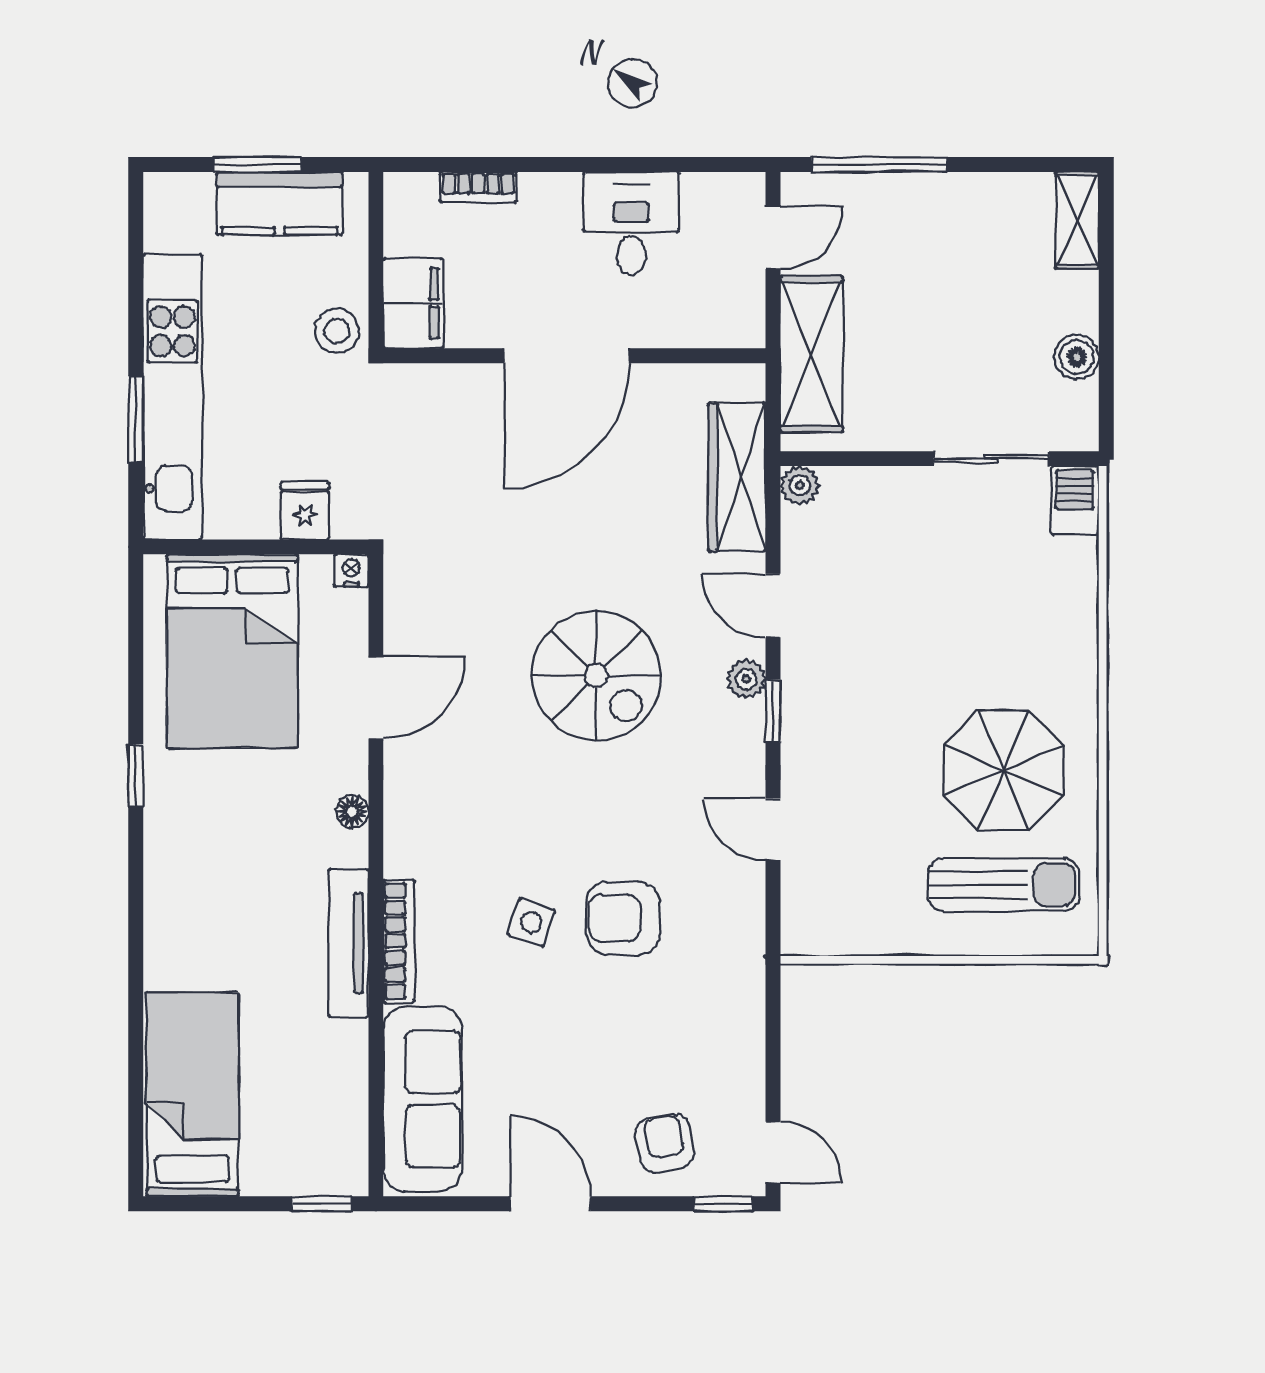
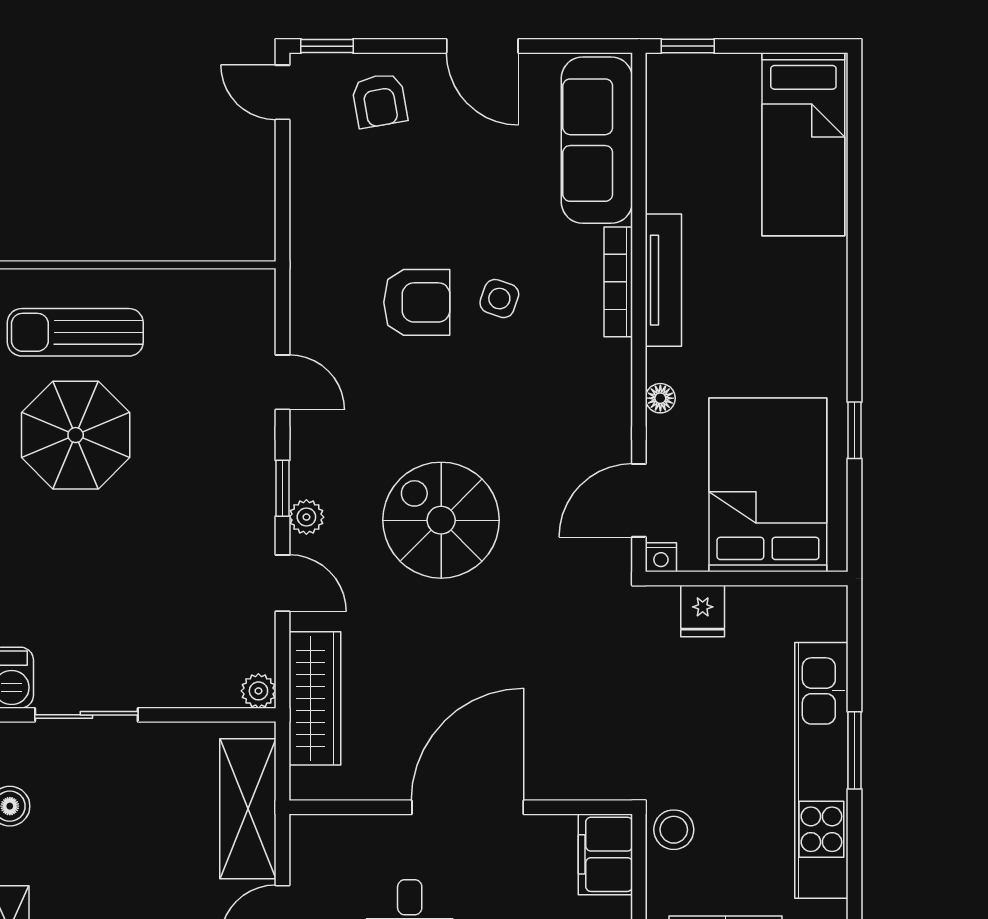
fridge: (305, 511) -> (703, 611), moved
wall: (256, 547) -> (747, 578), moved
nightstand: (351, 571) -> (661, 557), moved
bed: (232, 651) -> (768, 485), moved

